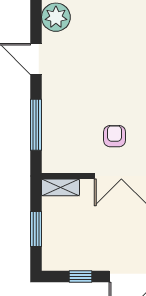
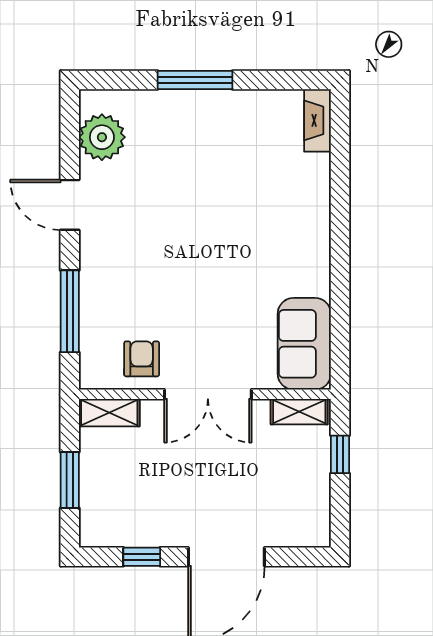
armchair: (115, 136) -> (142, 359), moved

